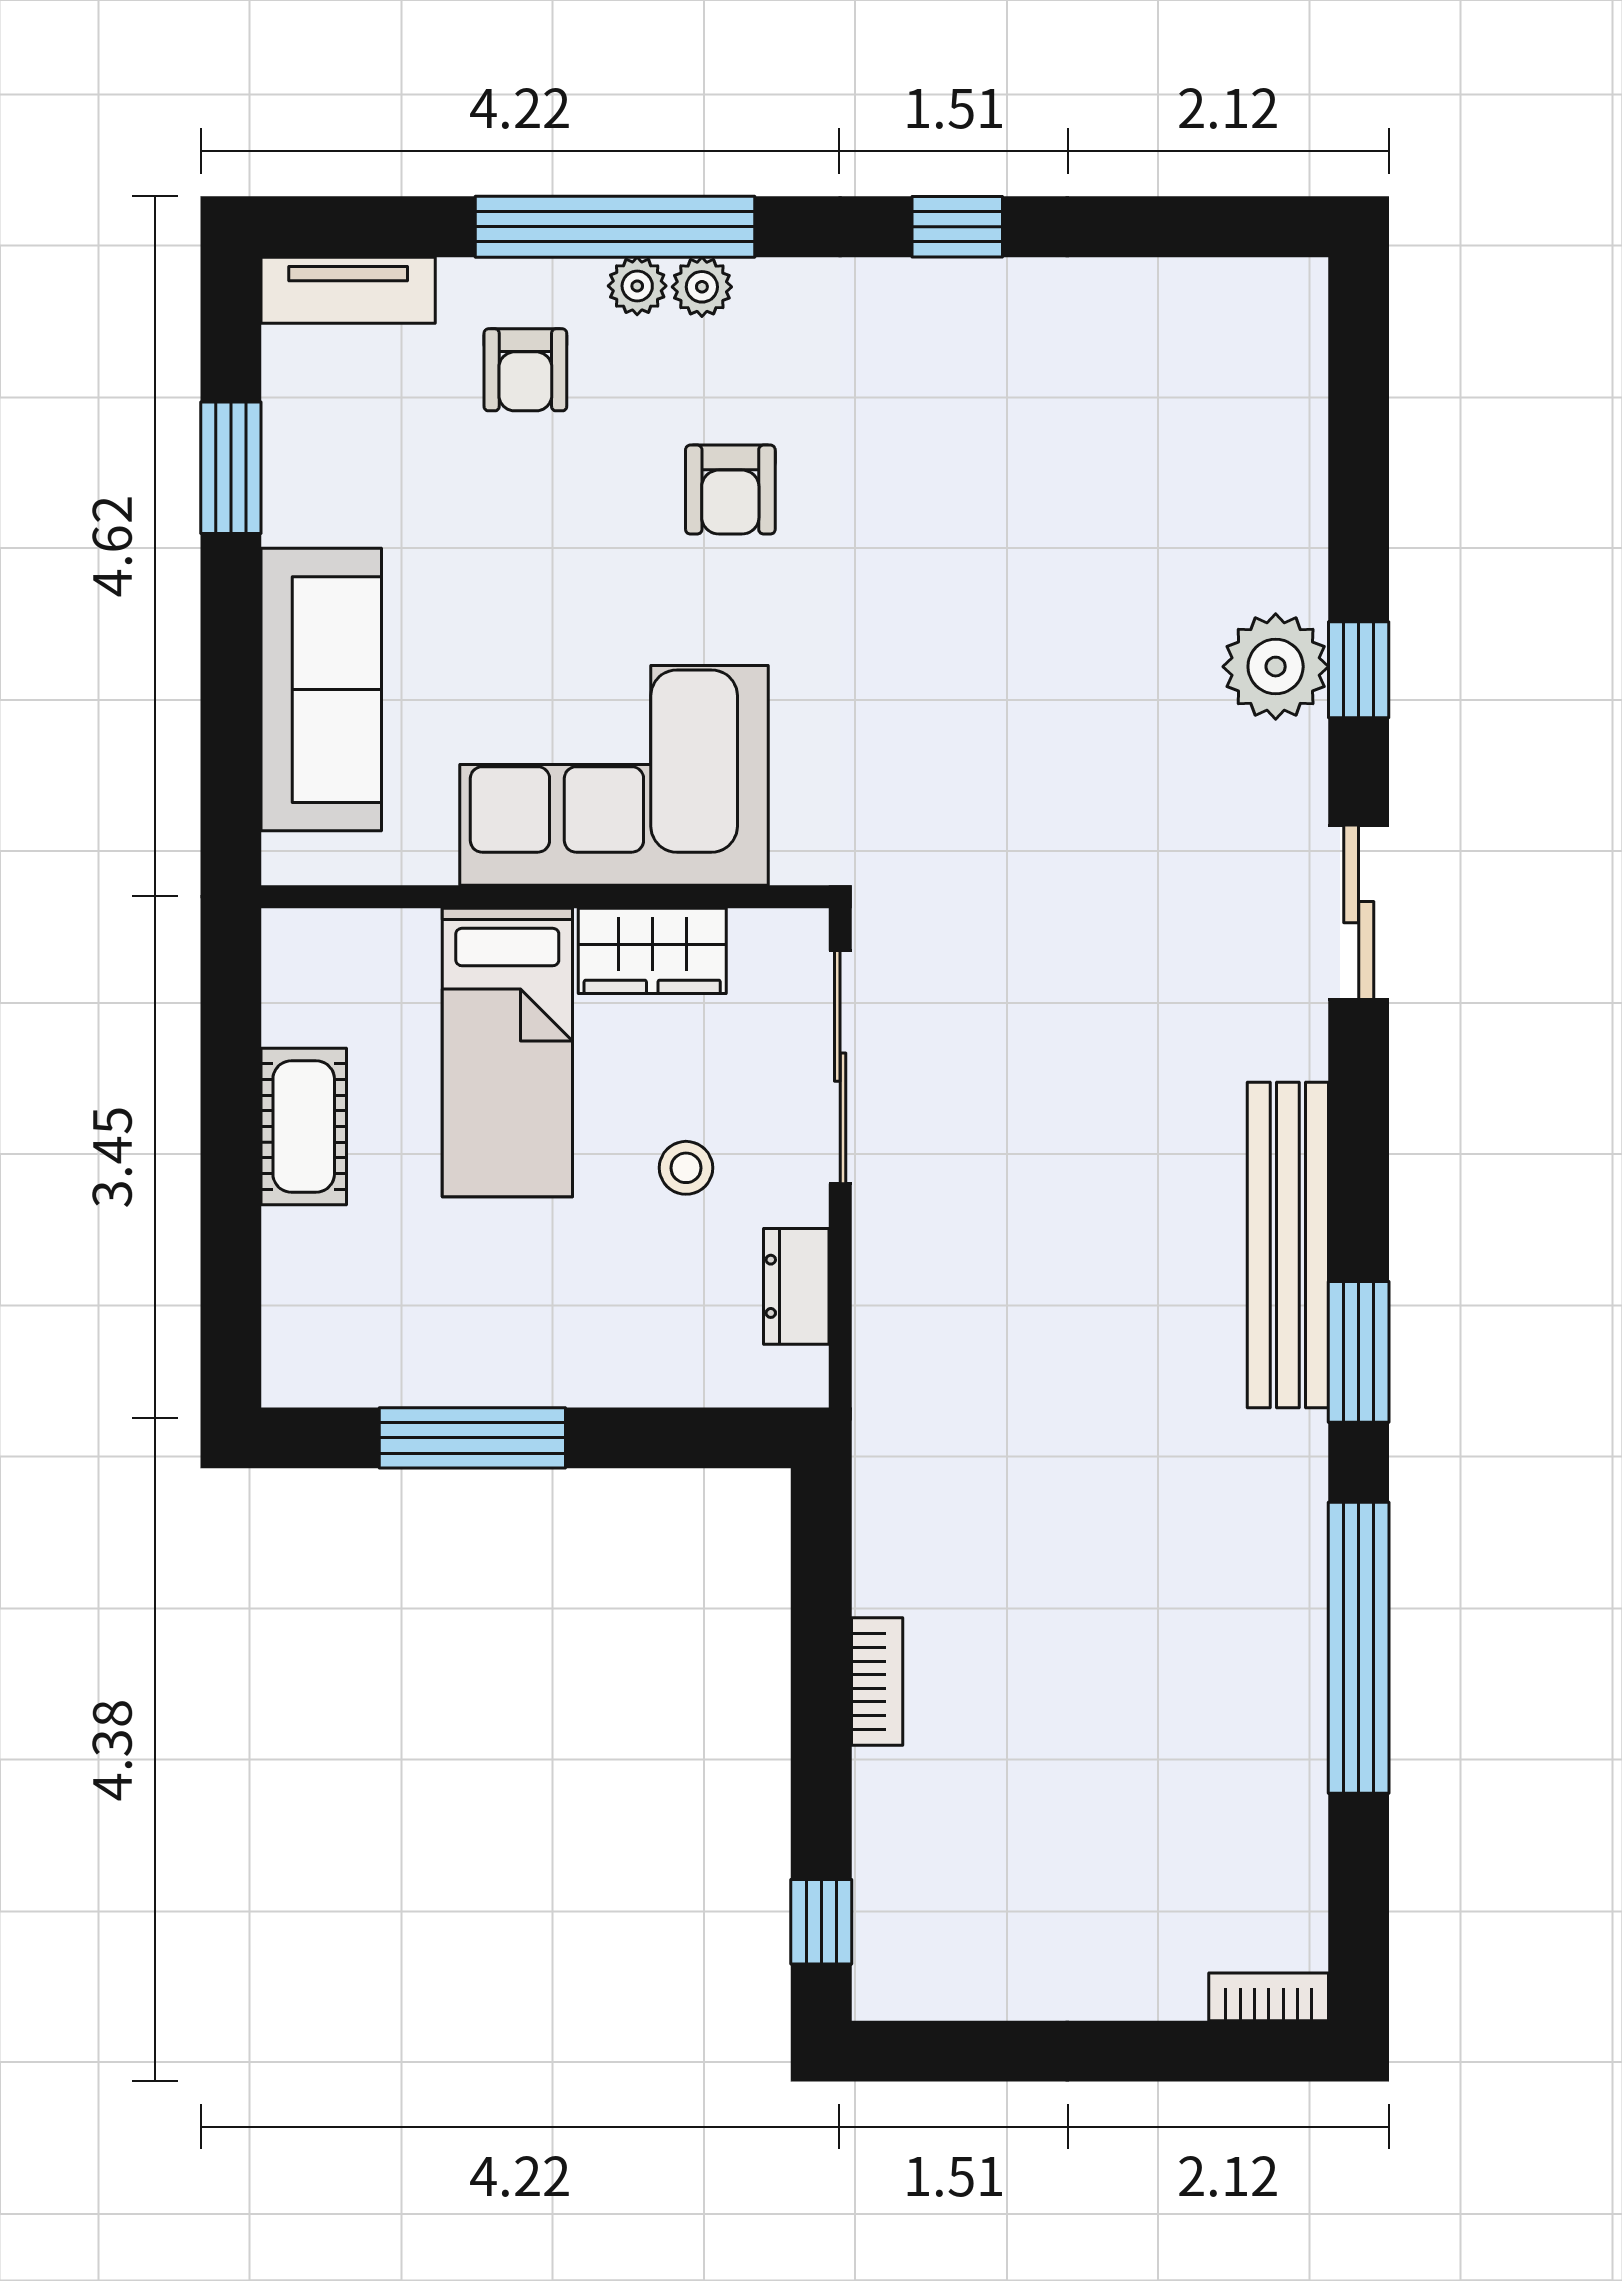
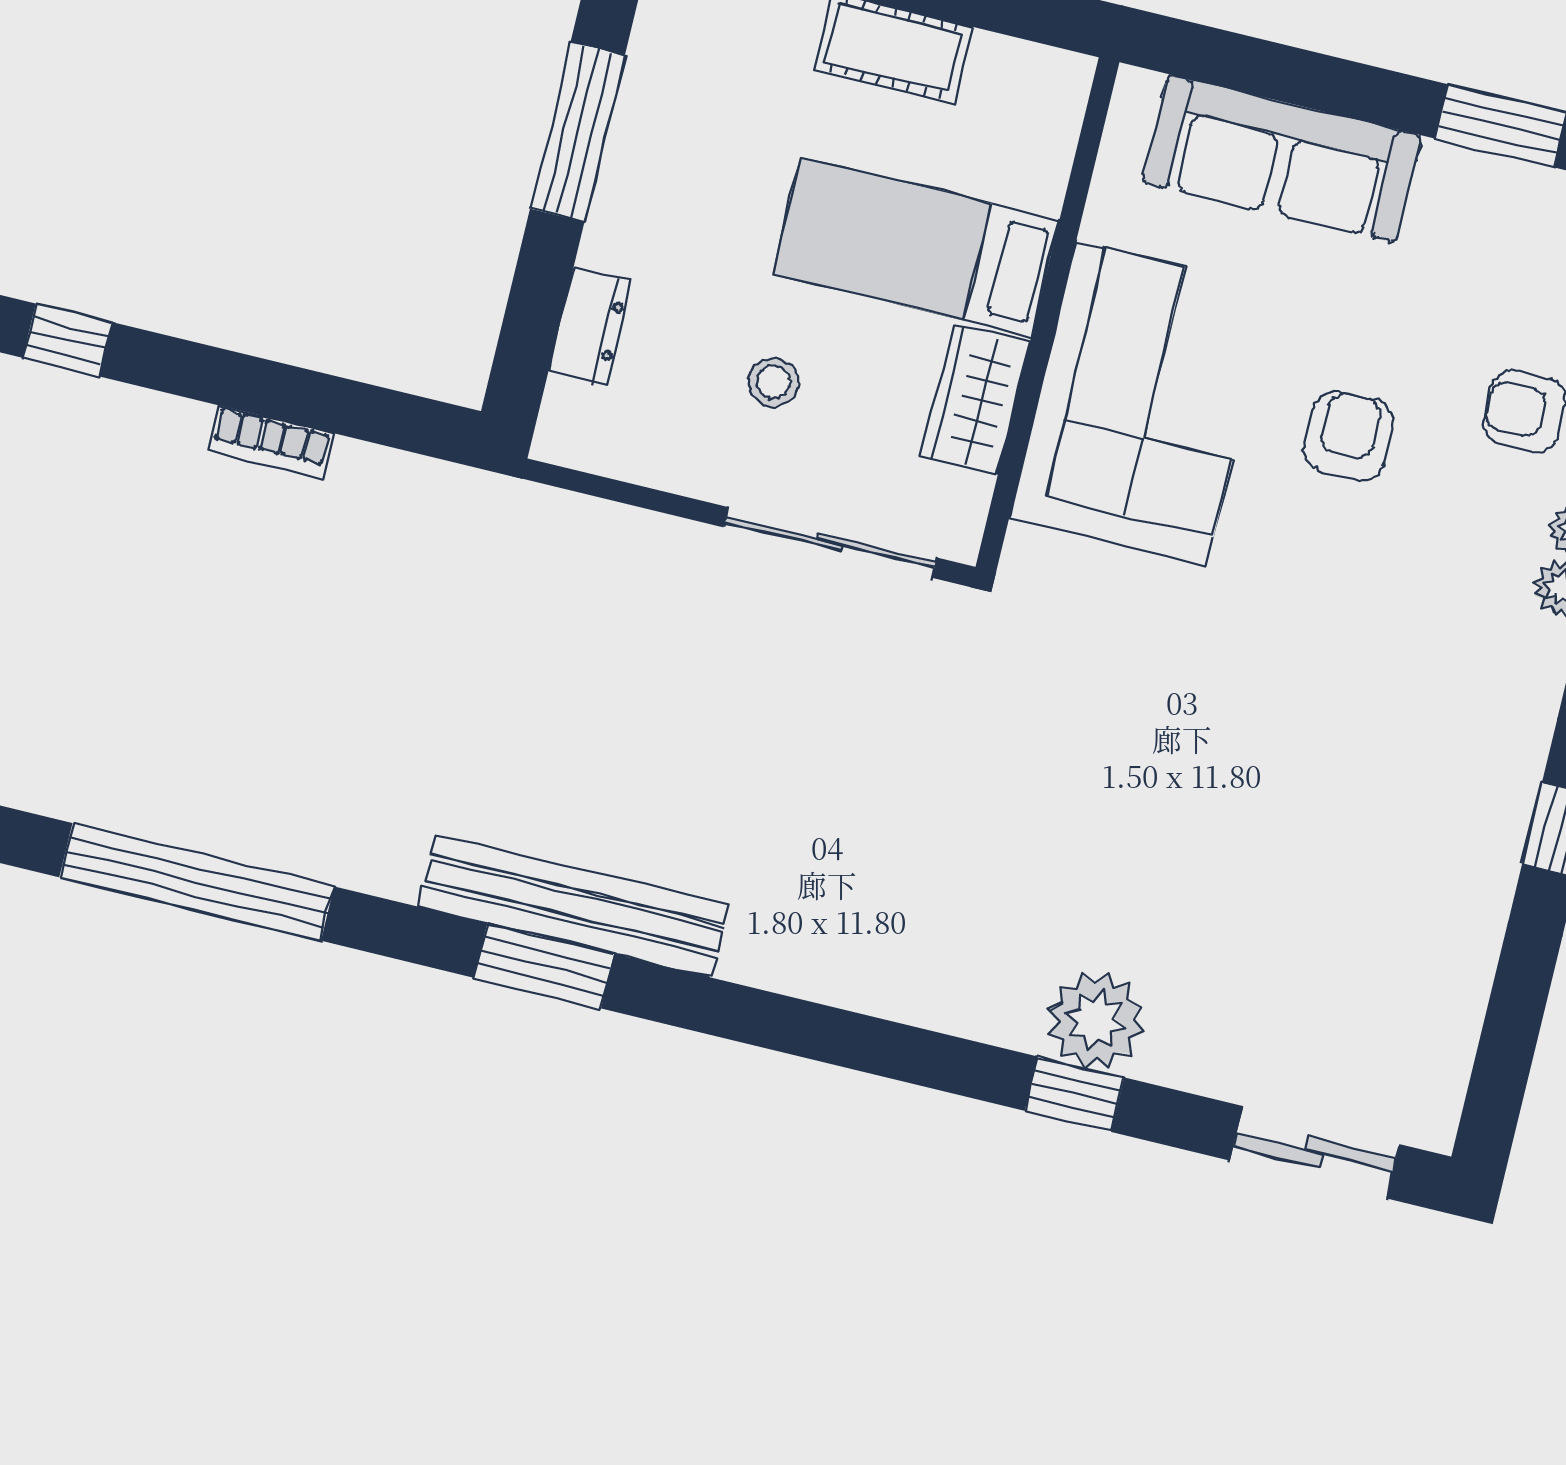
armchair: (730, 490) -> (1349, 436), moved, turned 90
sliding door: (1359, 912) -> (1315, 1152), moved
dresser: (796, 1286) -> (590, 326), moved, turned 90
window: (1359, 1352) -> (544, 966), moved

